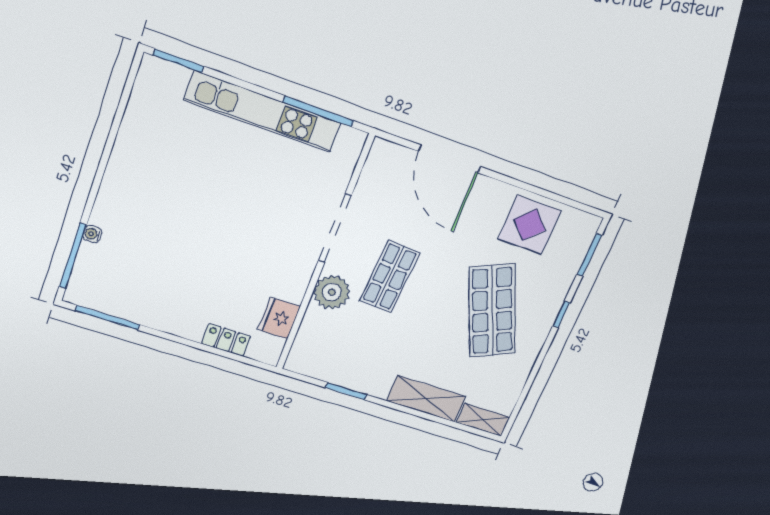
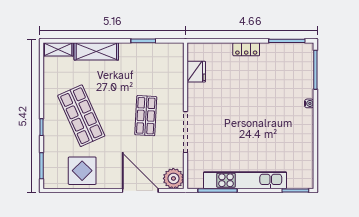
water cooler: (92, 234) -> (309, 103), moved
plant: (332, 292) -> (173, 178), moved
locker: (226, 340) -> (246, 49), moved

